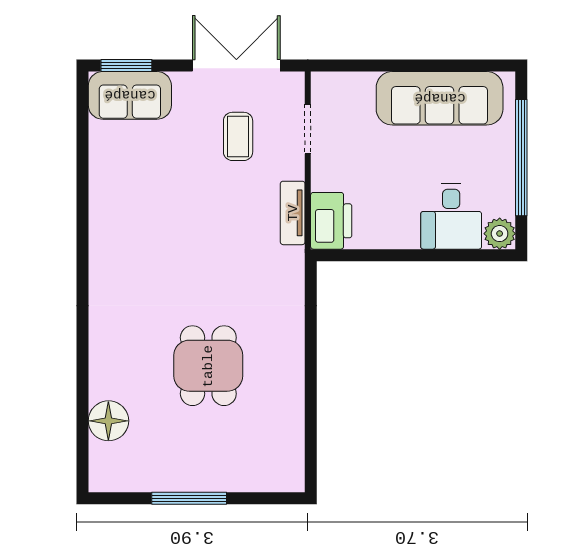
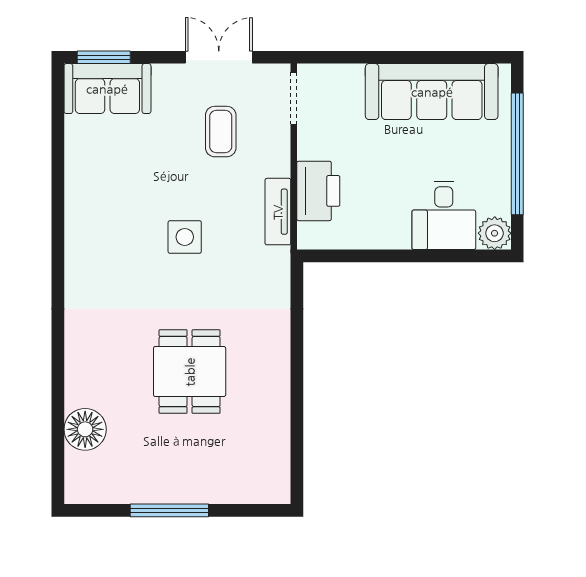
double door: (236, 65) -> (219, 57), width x0.73
doorway: (308, 129) -> (294, 98), moved
printer: (331, 221) -> (318, 191), moved
side table: (204, 237) -> (185, 237), added

